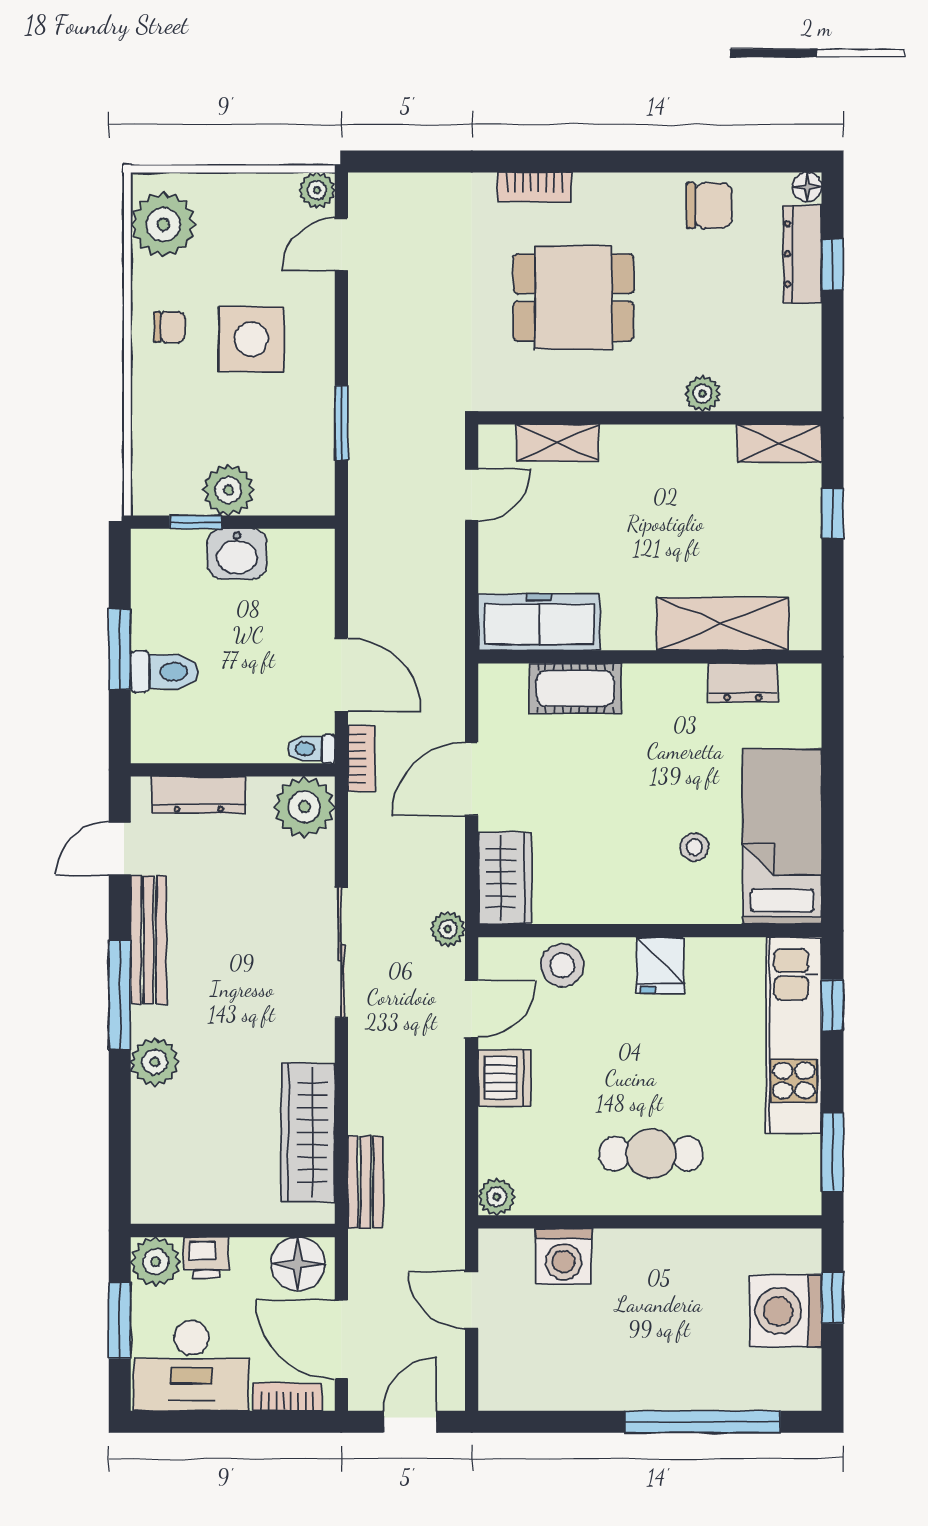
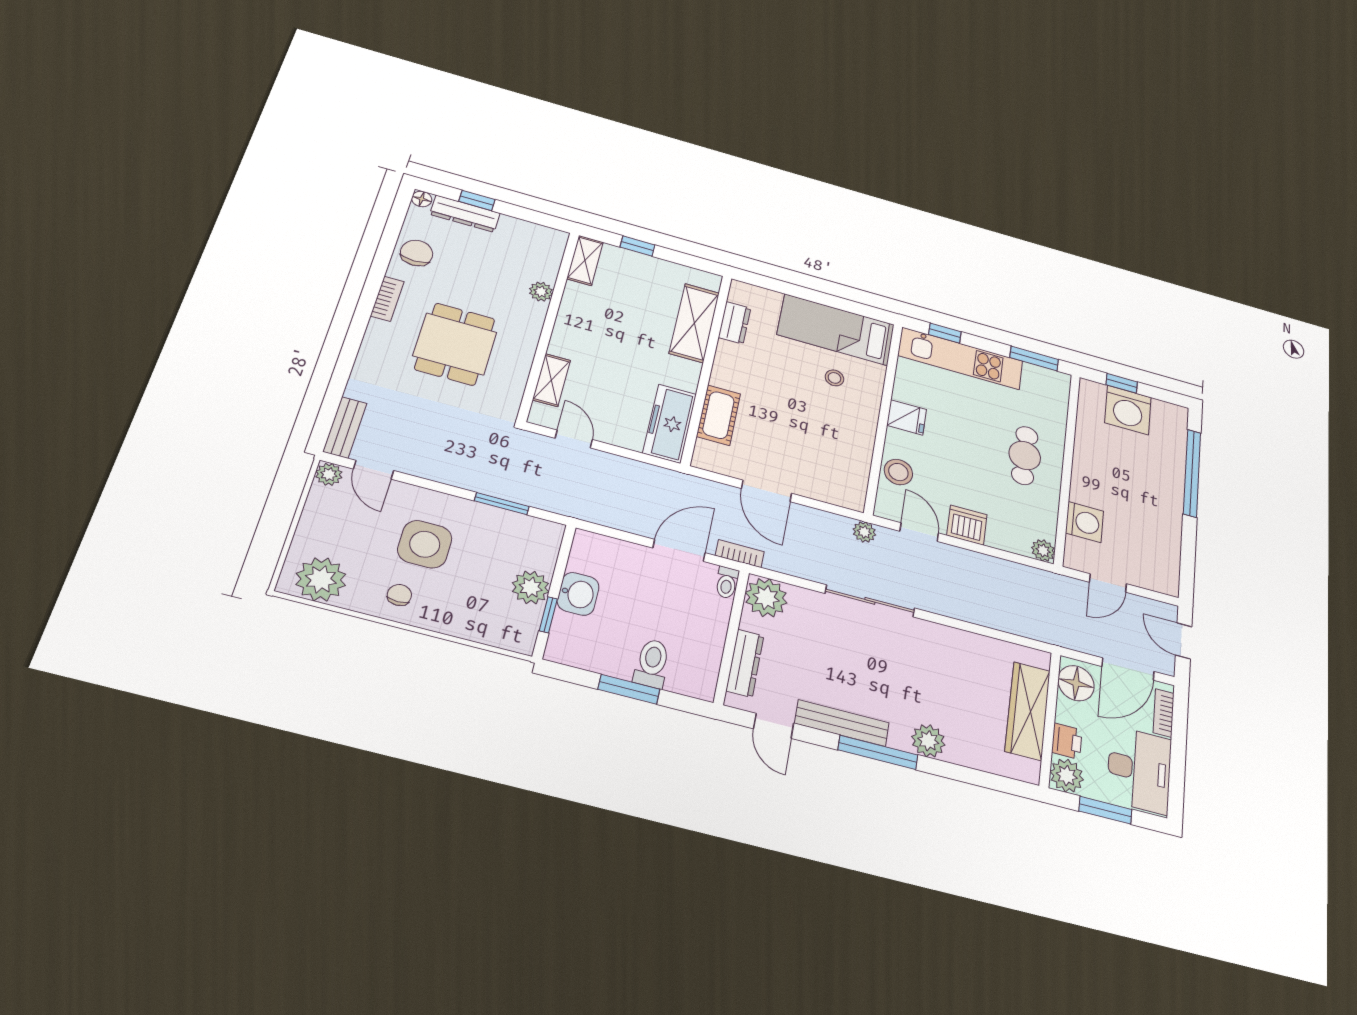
bookcase: (535, 187) -> (387, 299), moved
wardrobe: (505, 878) -> (836, 489), removed
wardrobe: (308, 1132) -> (1028, 711), moved, turned 90
bench: (365, 1182) -> (345, 427), moved, turned 90

